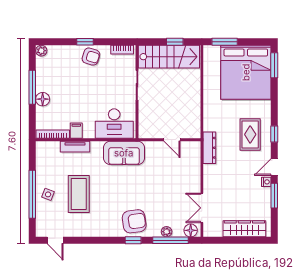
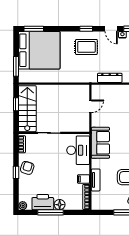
printer: (46, 77) -> (43, 202), added
dresser: (209, 148) -> (110, 78), moved

